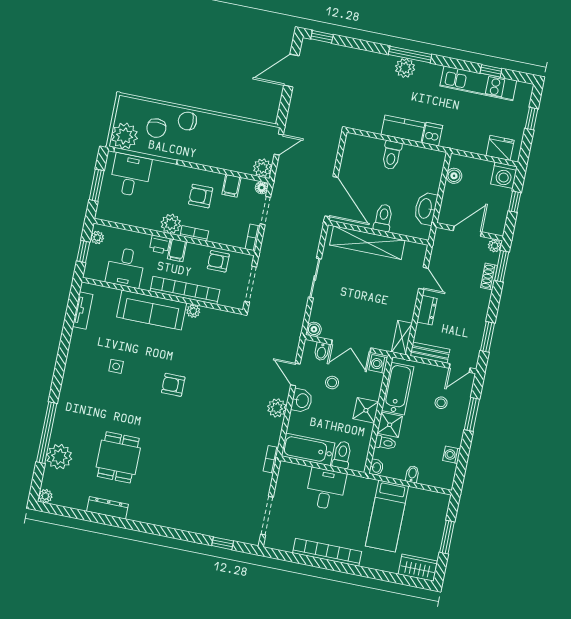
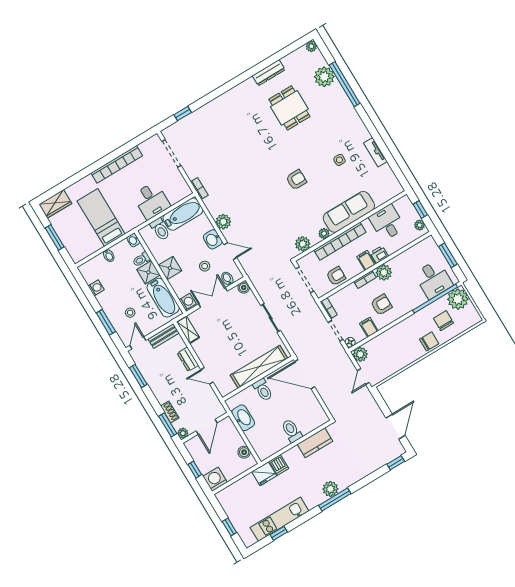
kitchen counter: (403, 129) -> (315, 443), moved
fridge: (500, 148) -> (264, 474), moved
tv unit: (83, 311) -> (375, 152), moved
plant: (222, 320) -> (303, 244), added

